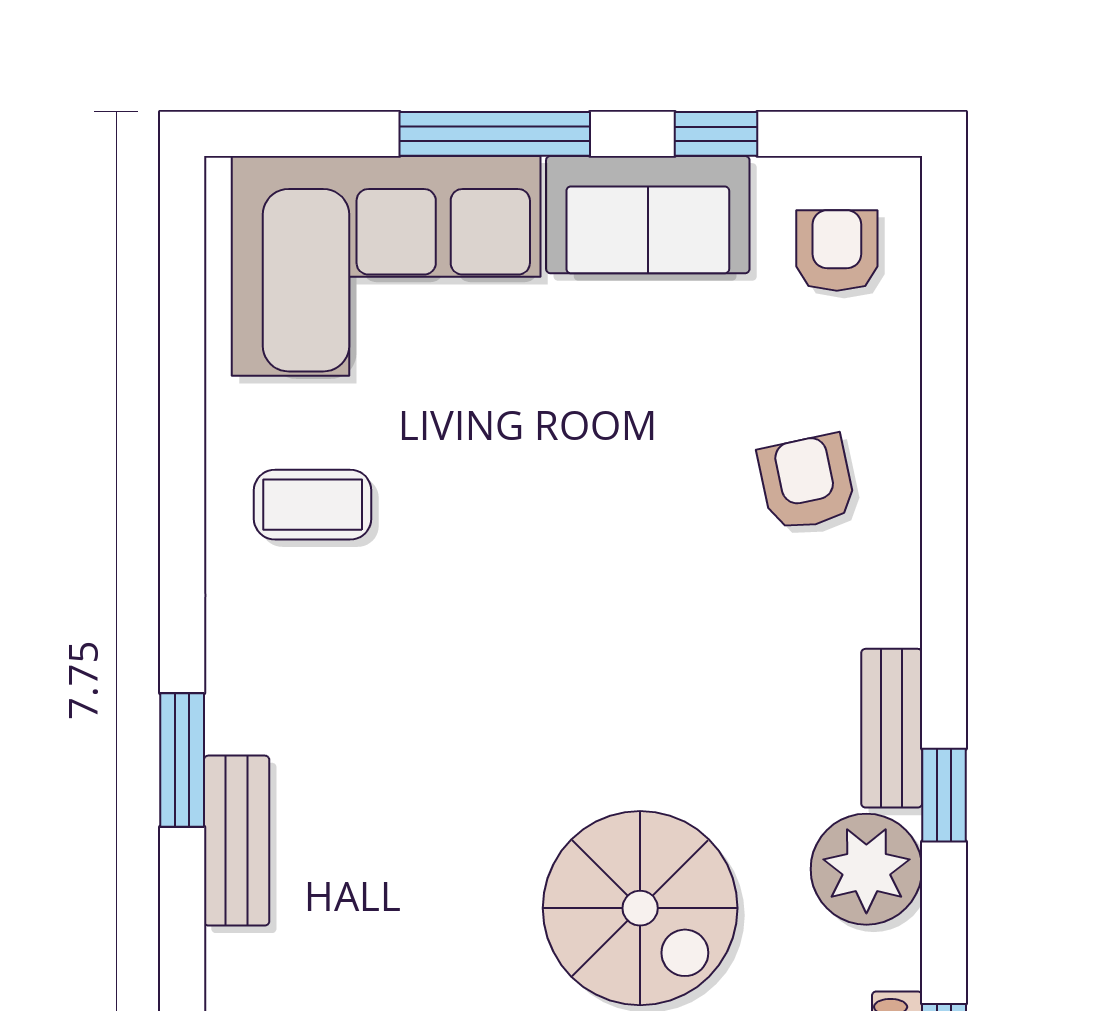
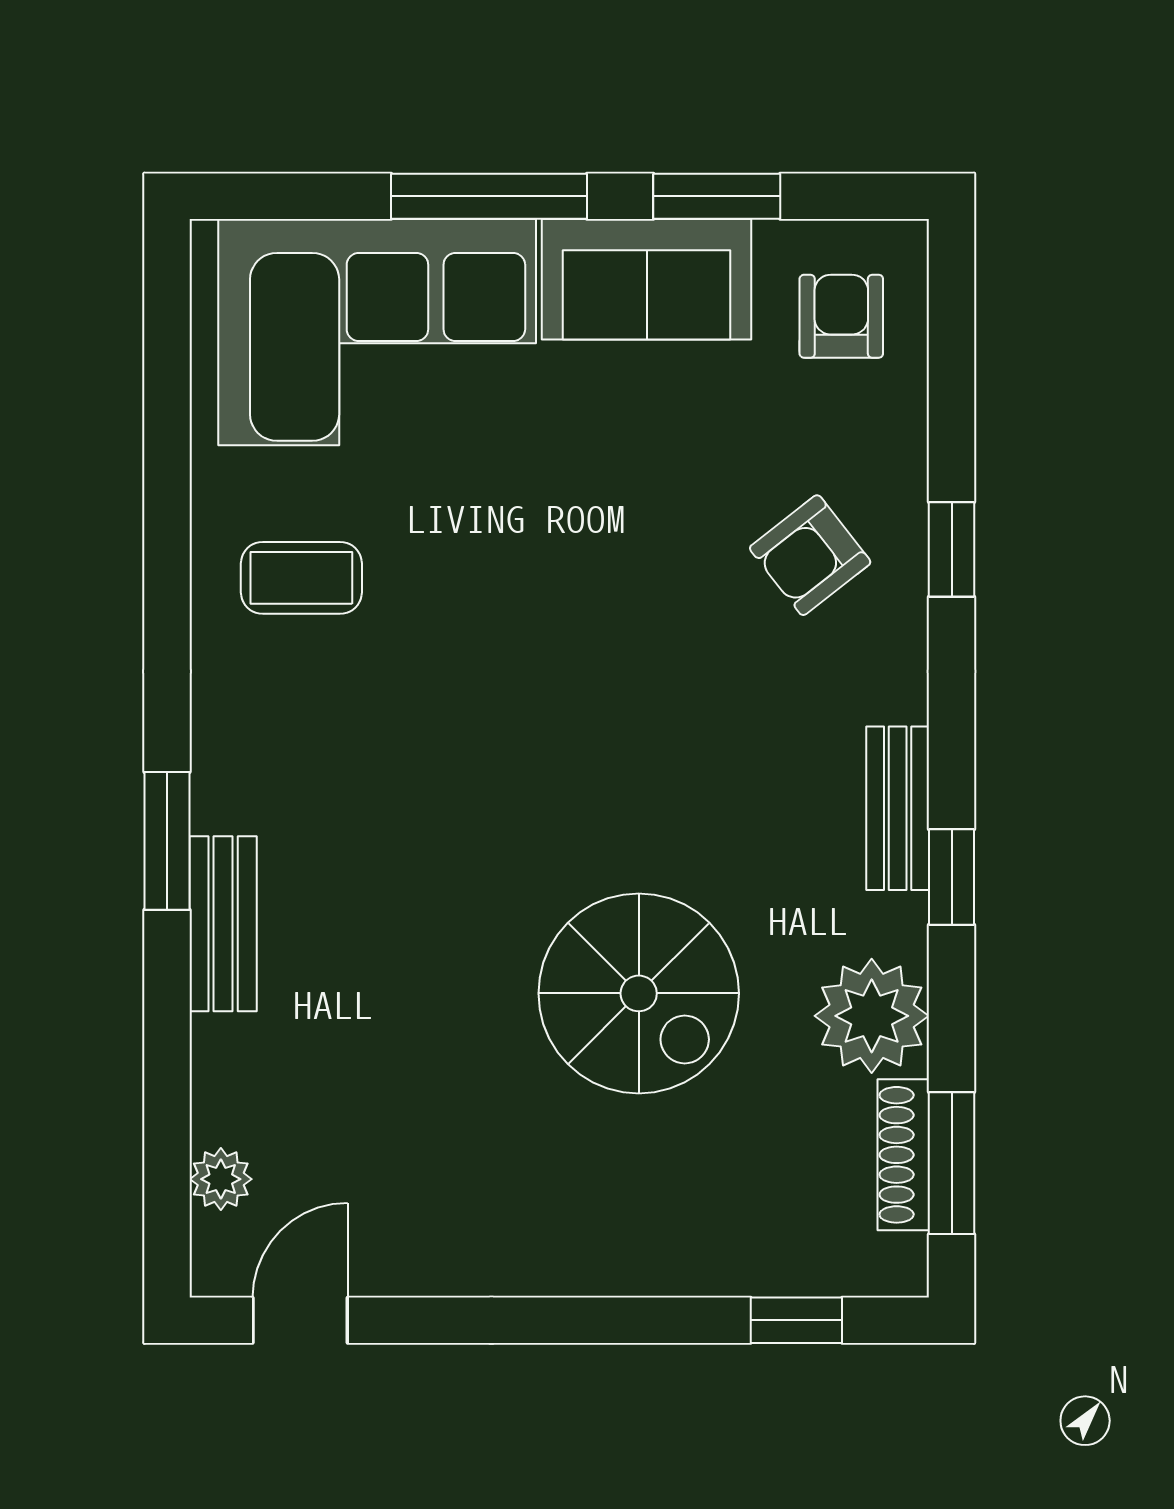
window: (716, 134) -> (717, 196), width x1.50
window: (944, 477) -> (952, 549), added
armchair: (807, 482) -> (810, 555), turned -116
plant: (866, 869) -> (872, 1016), moved

